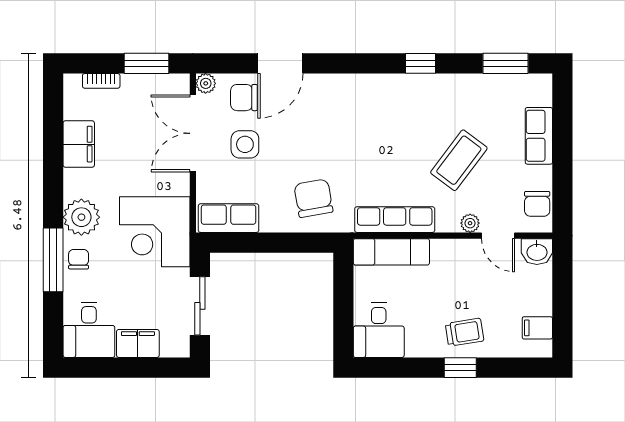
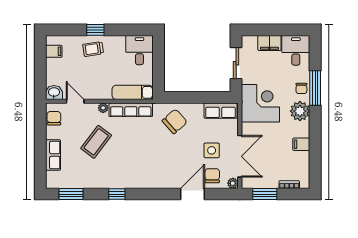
chair: (244, 98) -> (212, 176), turned -90
filing cabinet: (79, 144) -> (301, 144), width x0.50
chair: (313, 198) -> (175, 121), turned -122
plant: (470, 223) -> (103, 108), moved

